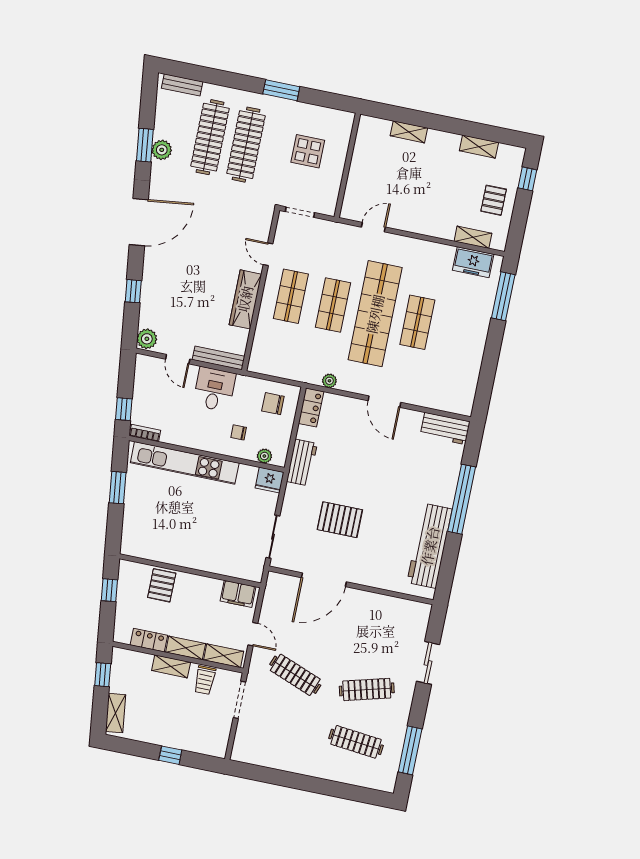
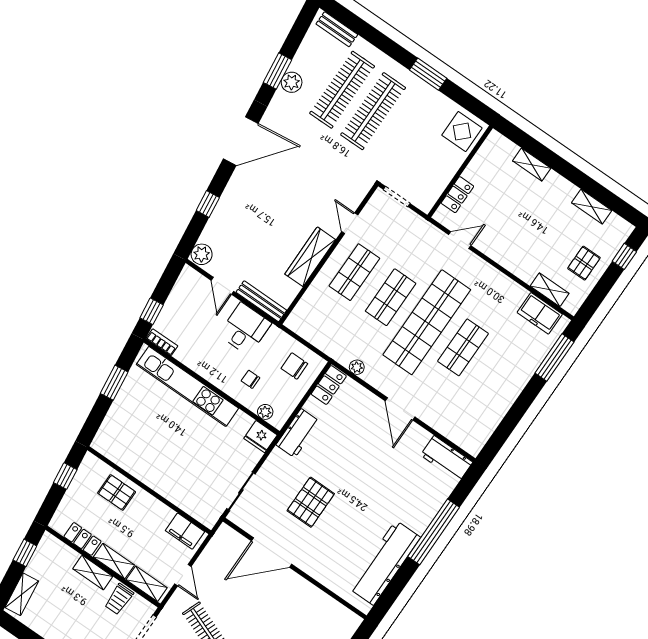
display table: (308, 151) -> (462, 132), moved
locker: (354, 187) -> (457, 195), added
pallet: (340, 520) -> (311, 502), turned 90
pallet: (162, 585) -> (117, 492), turned 90

